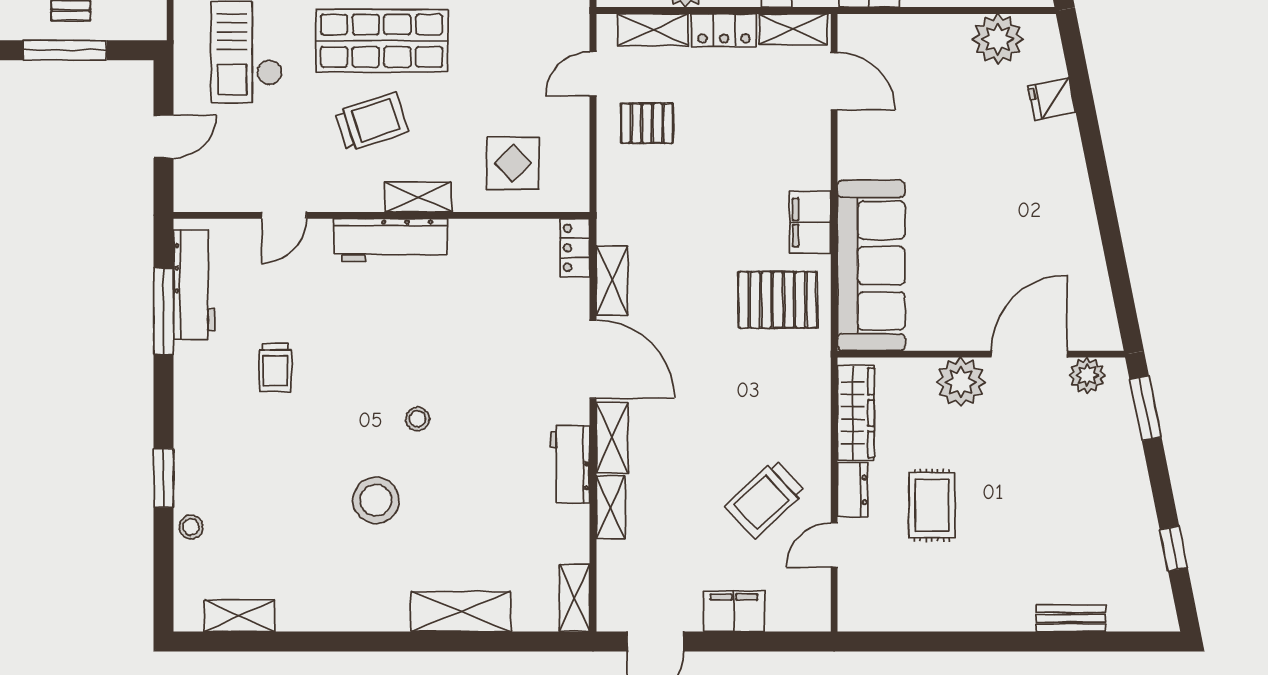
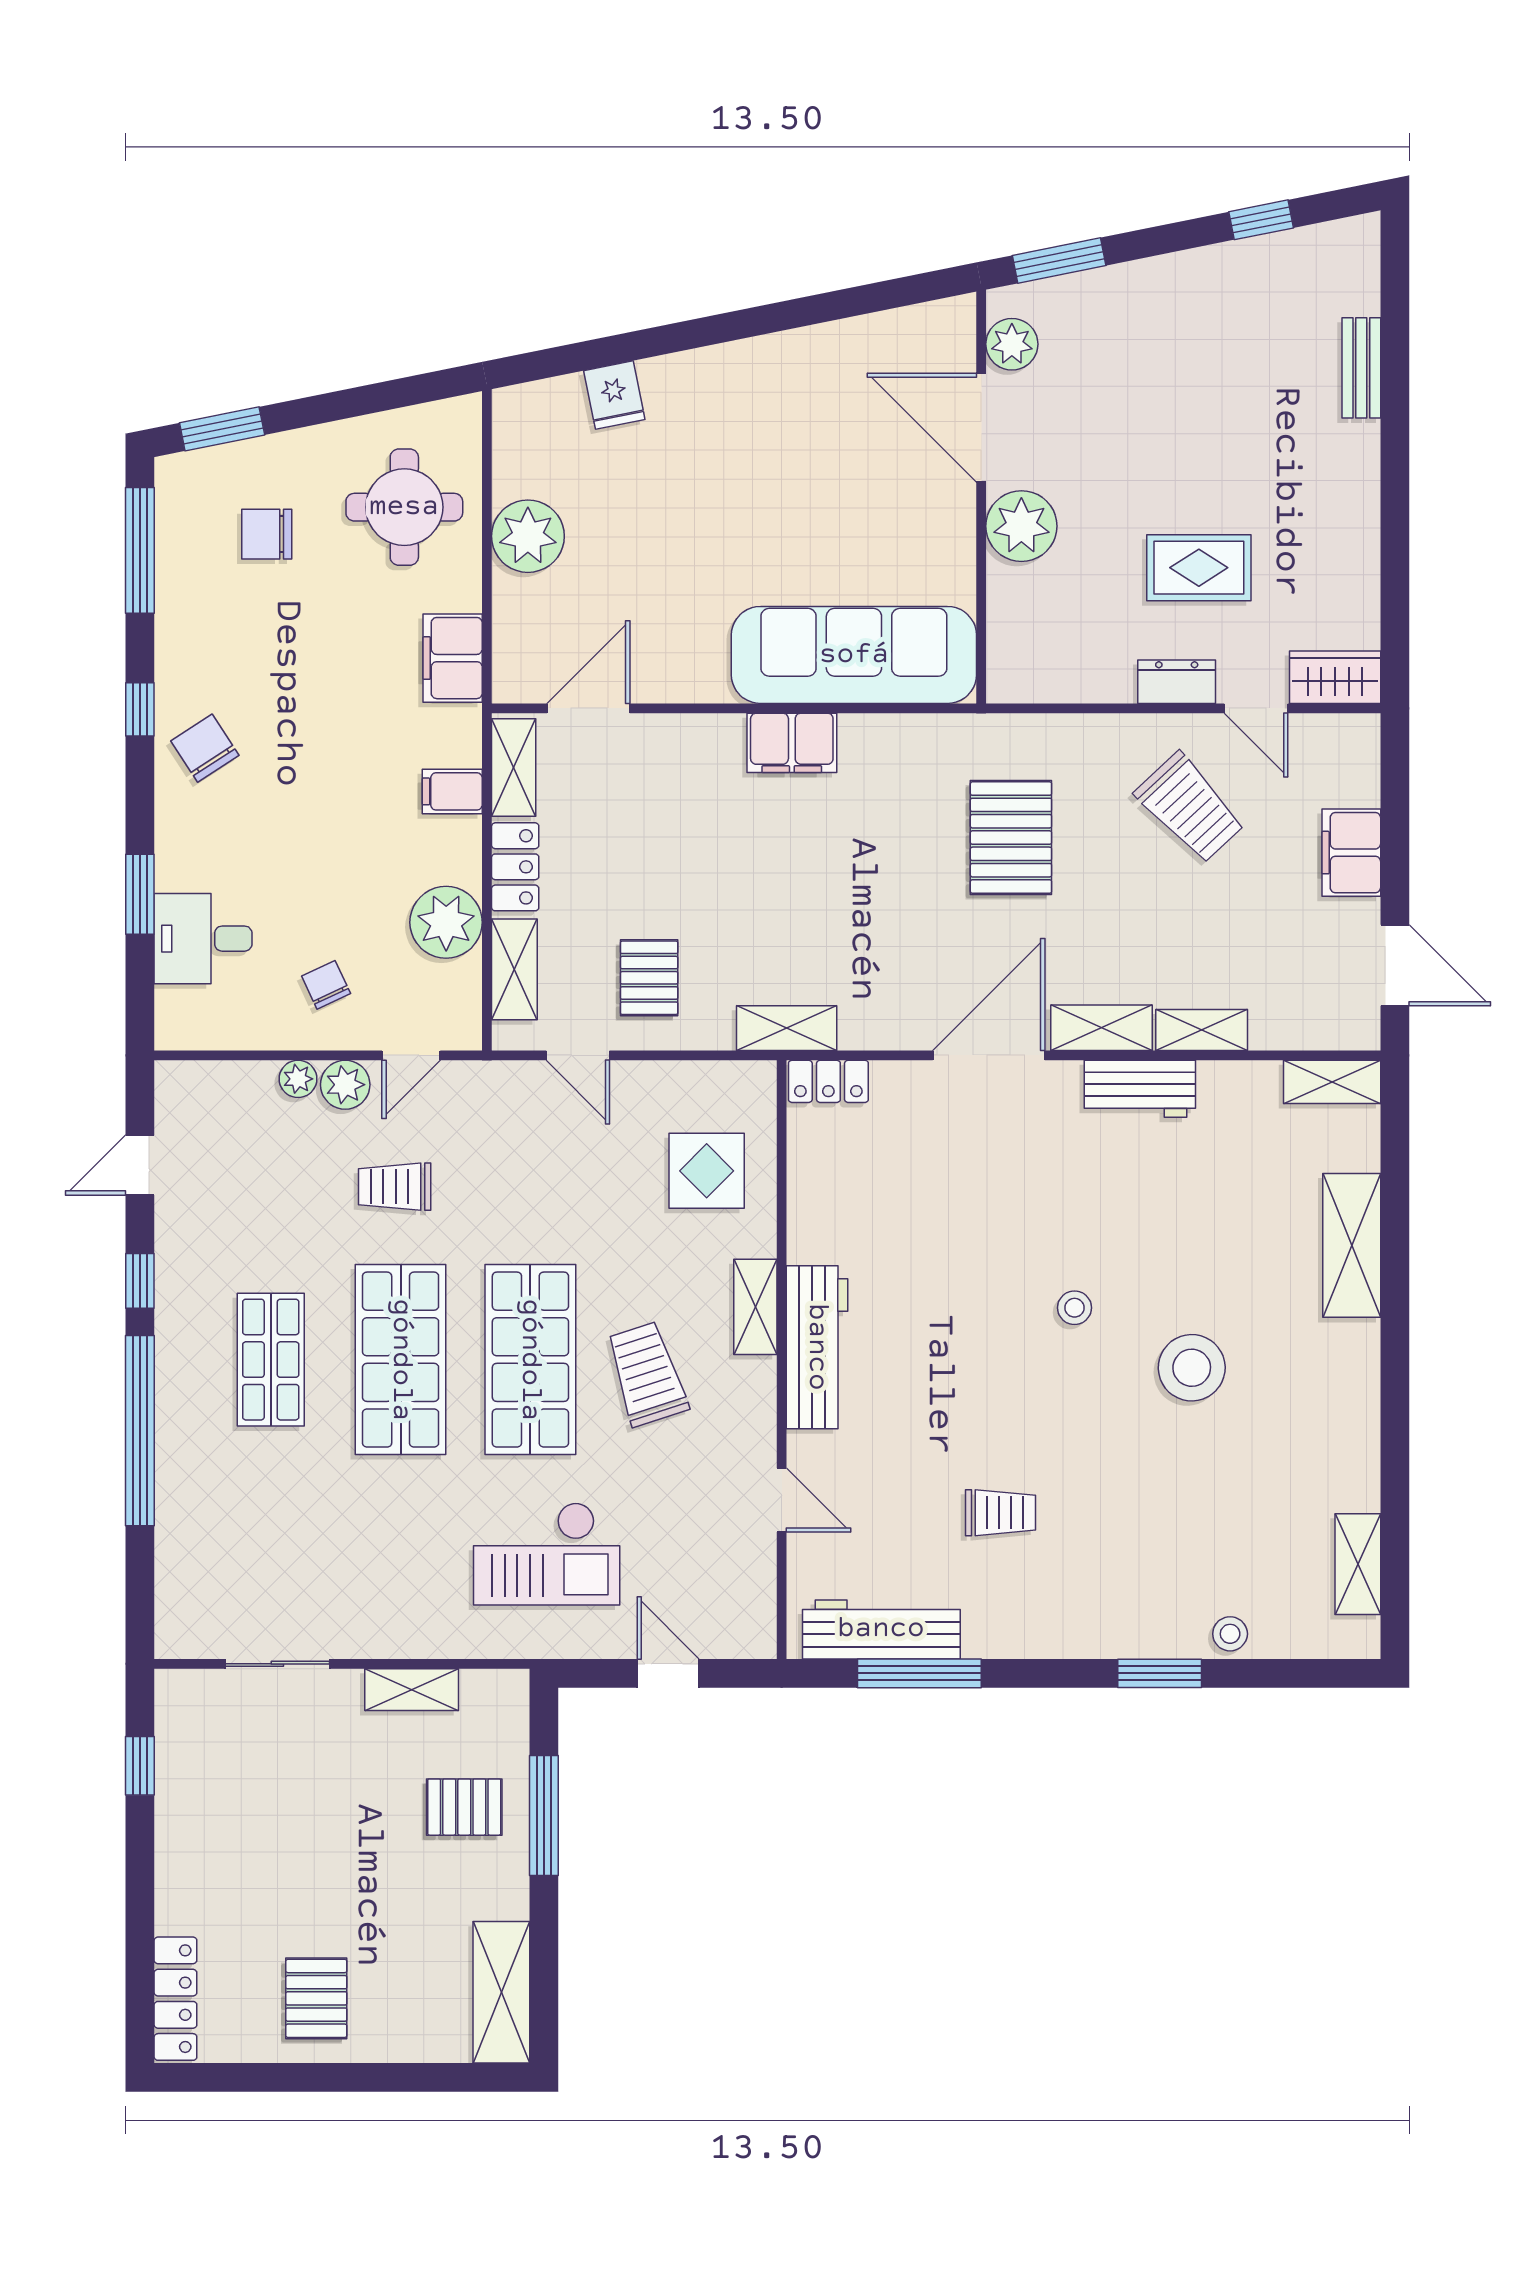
plant: (998, 39) -> (528, 536), moved
shelving: (612, 281) -> (787, 1028), moved
pallet: (778, 300) -> (1011, 838), moved
wardrobe: (856, 413) -> (1335, 677), moved, width x0.67

